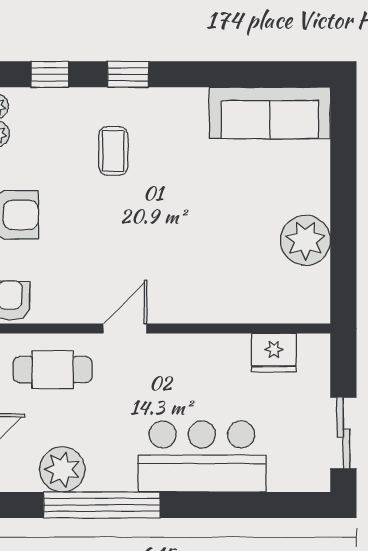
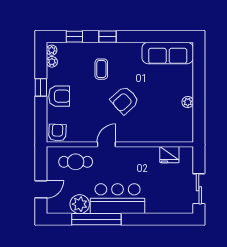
armchair: (168, 224) -> (125, 100), added
plant: (305, 240) -> (188, 102), width x0.53, depth x0.53
bar counter: (202, 456) -> (118, 199), moved

